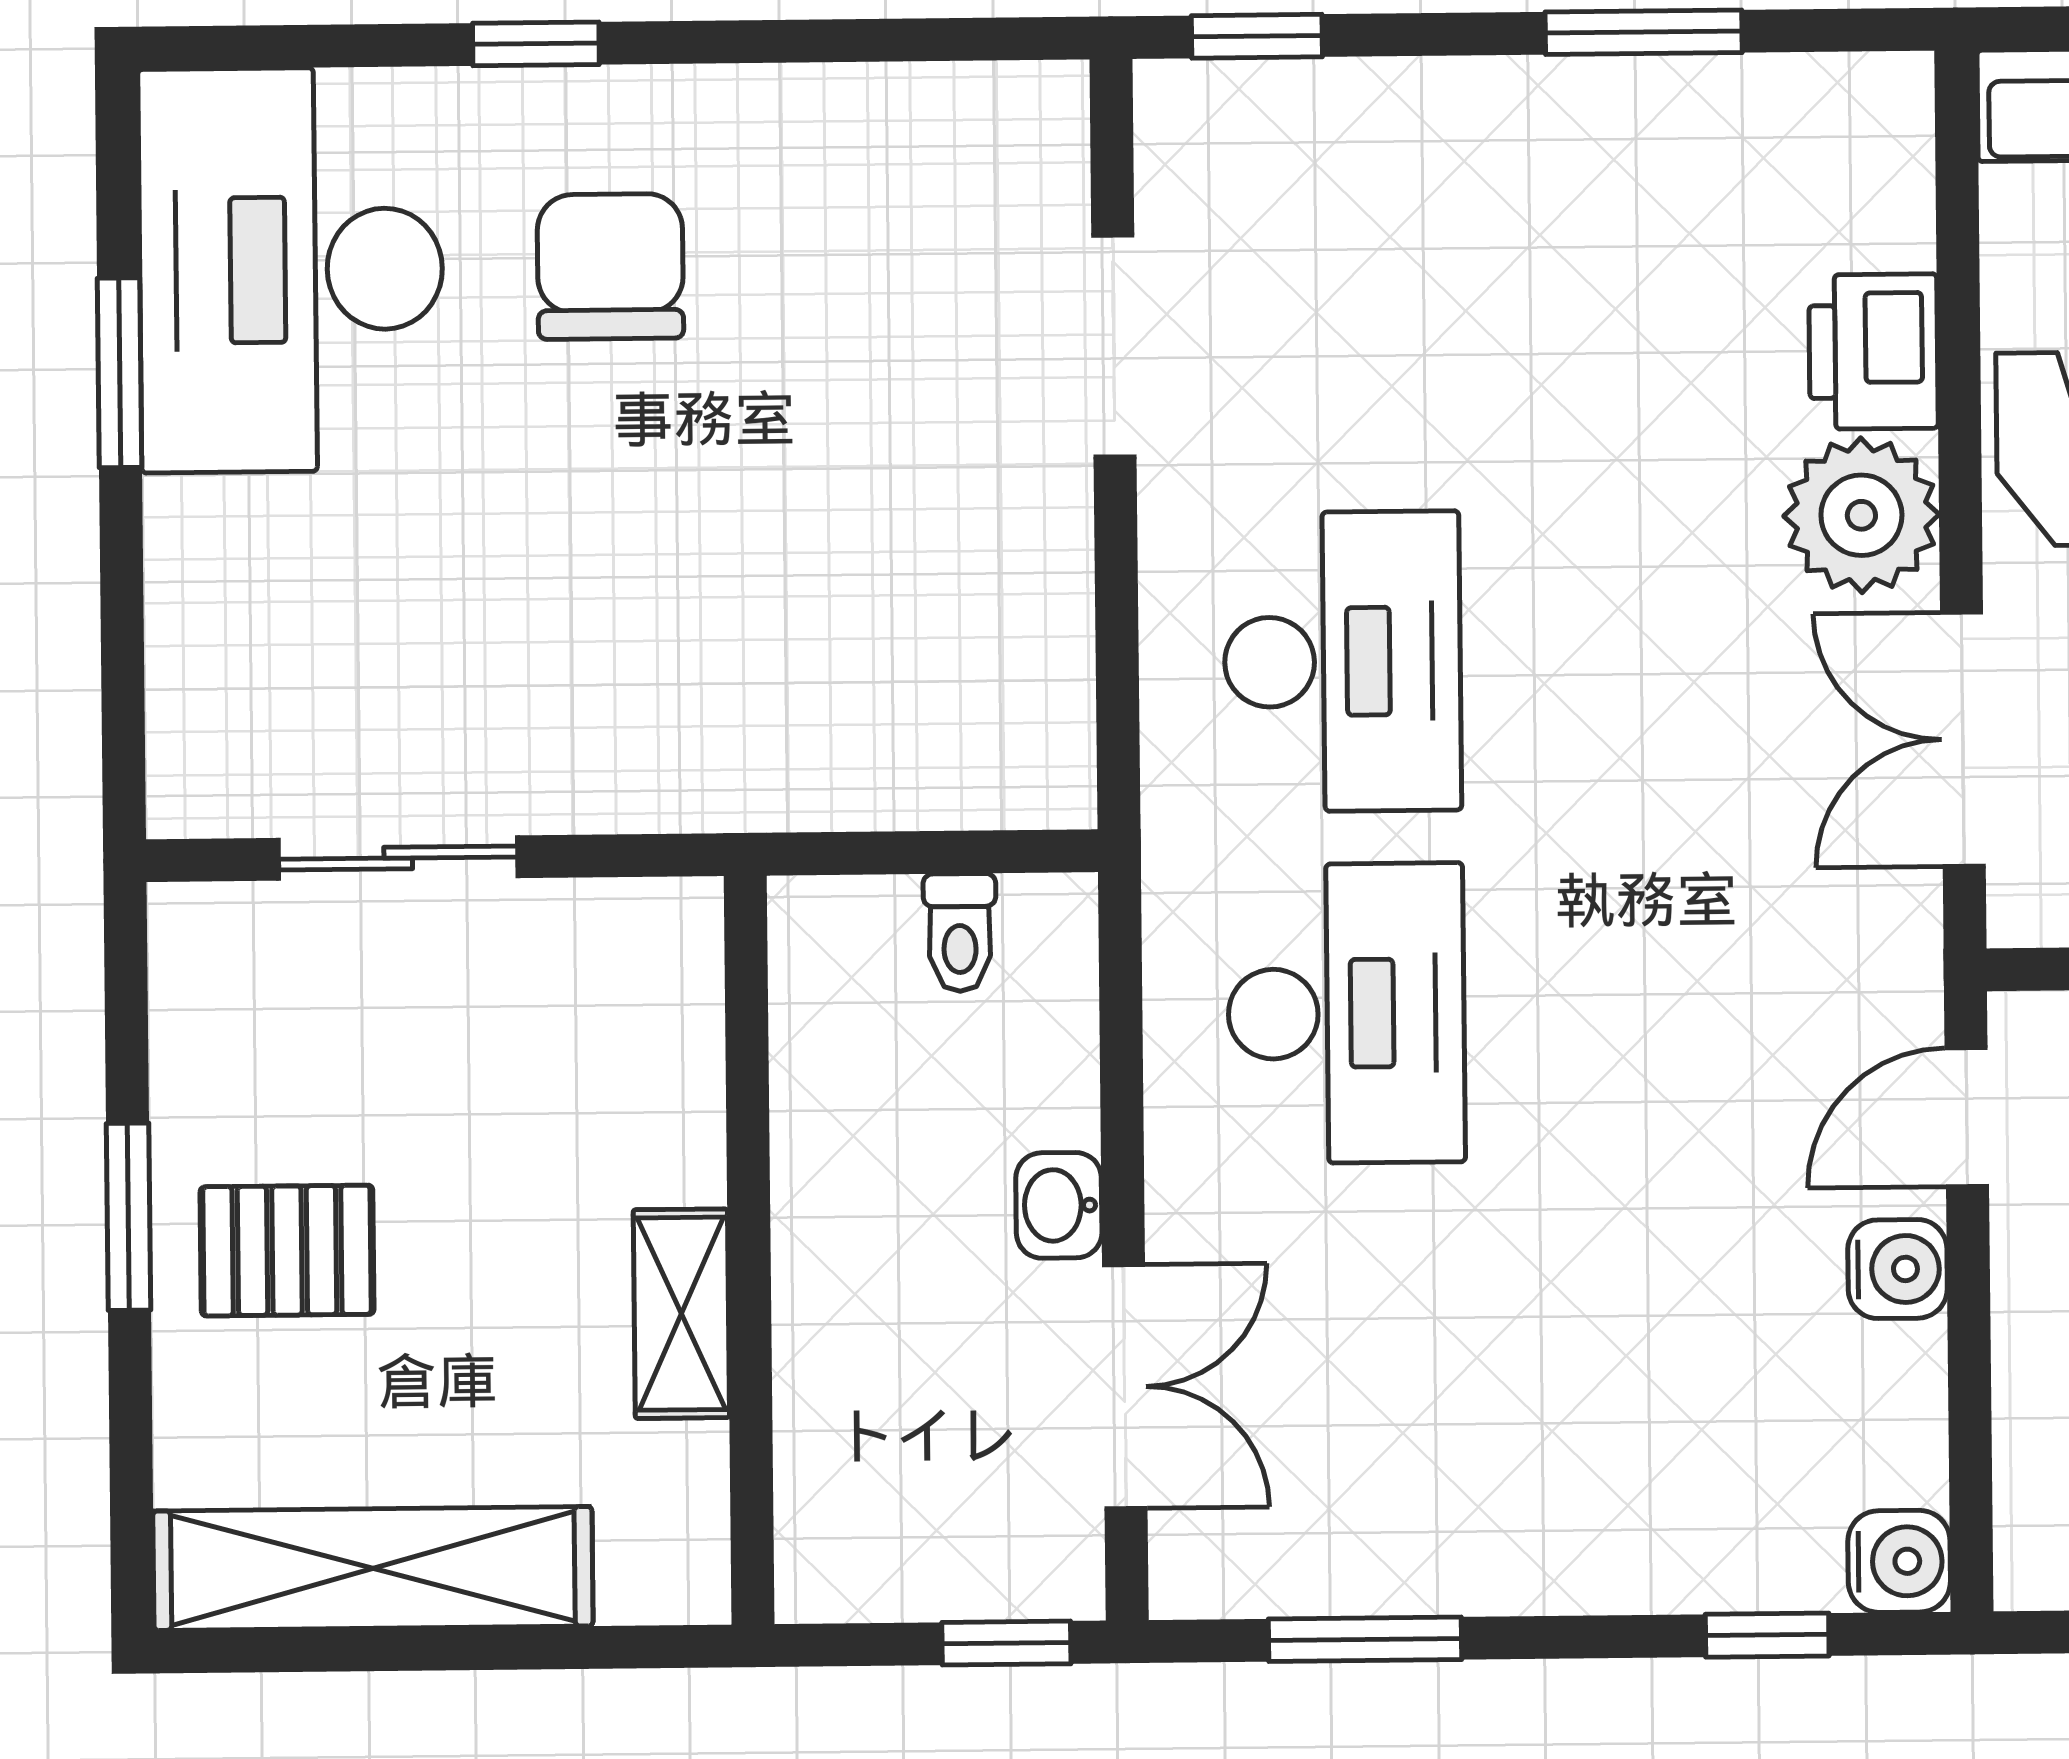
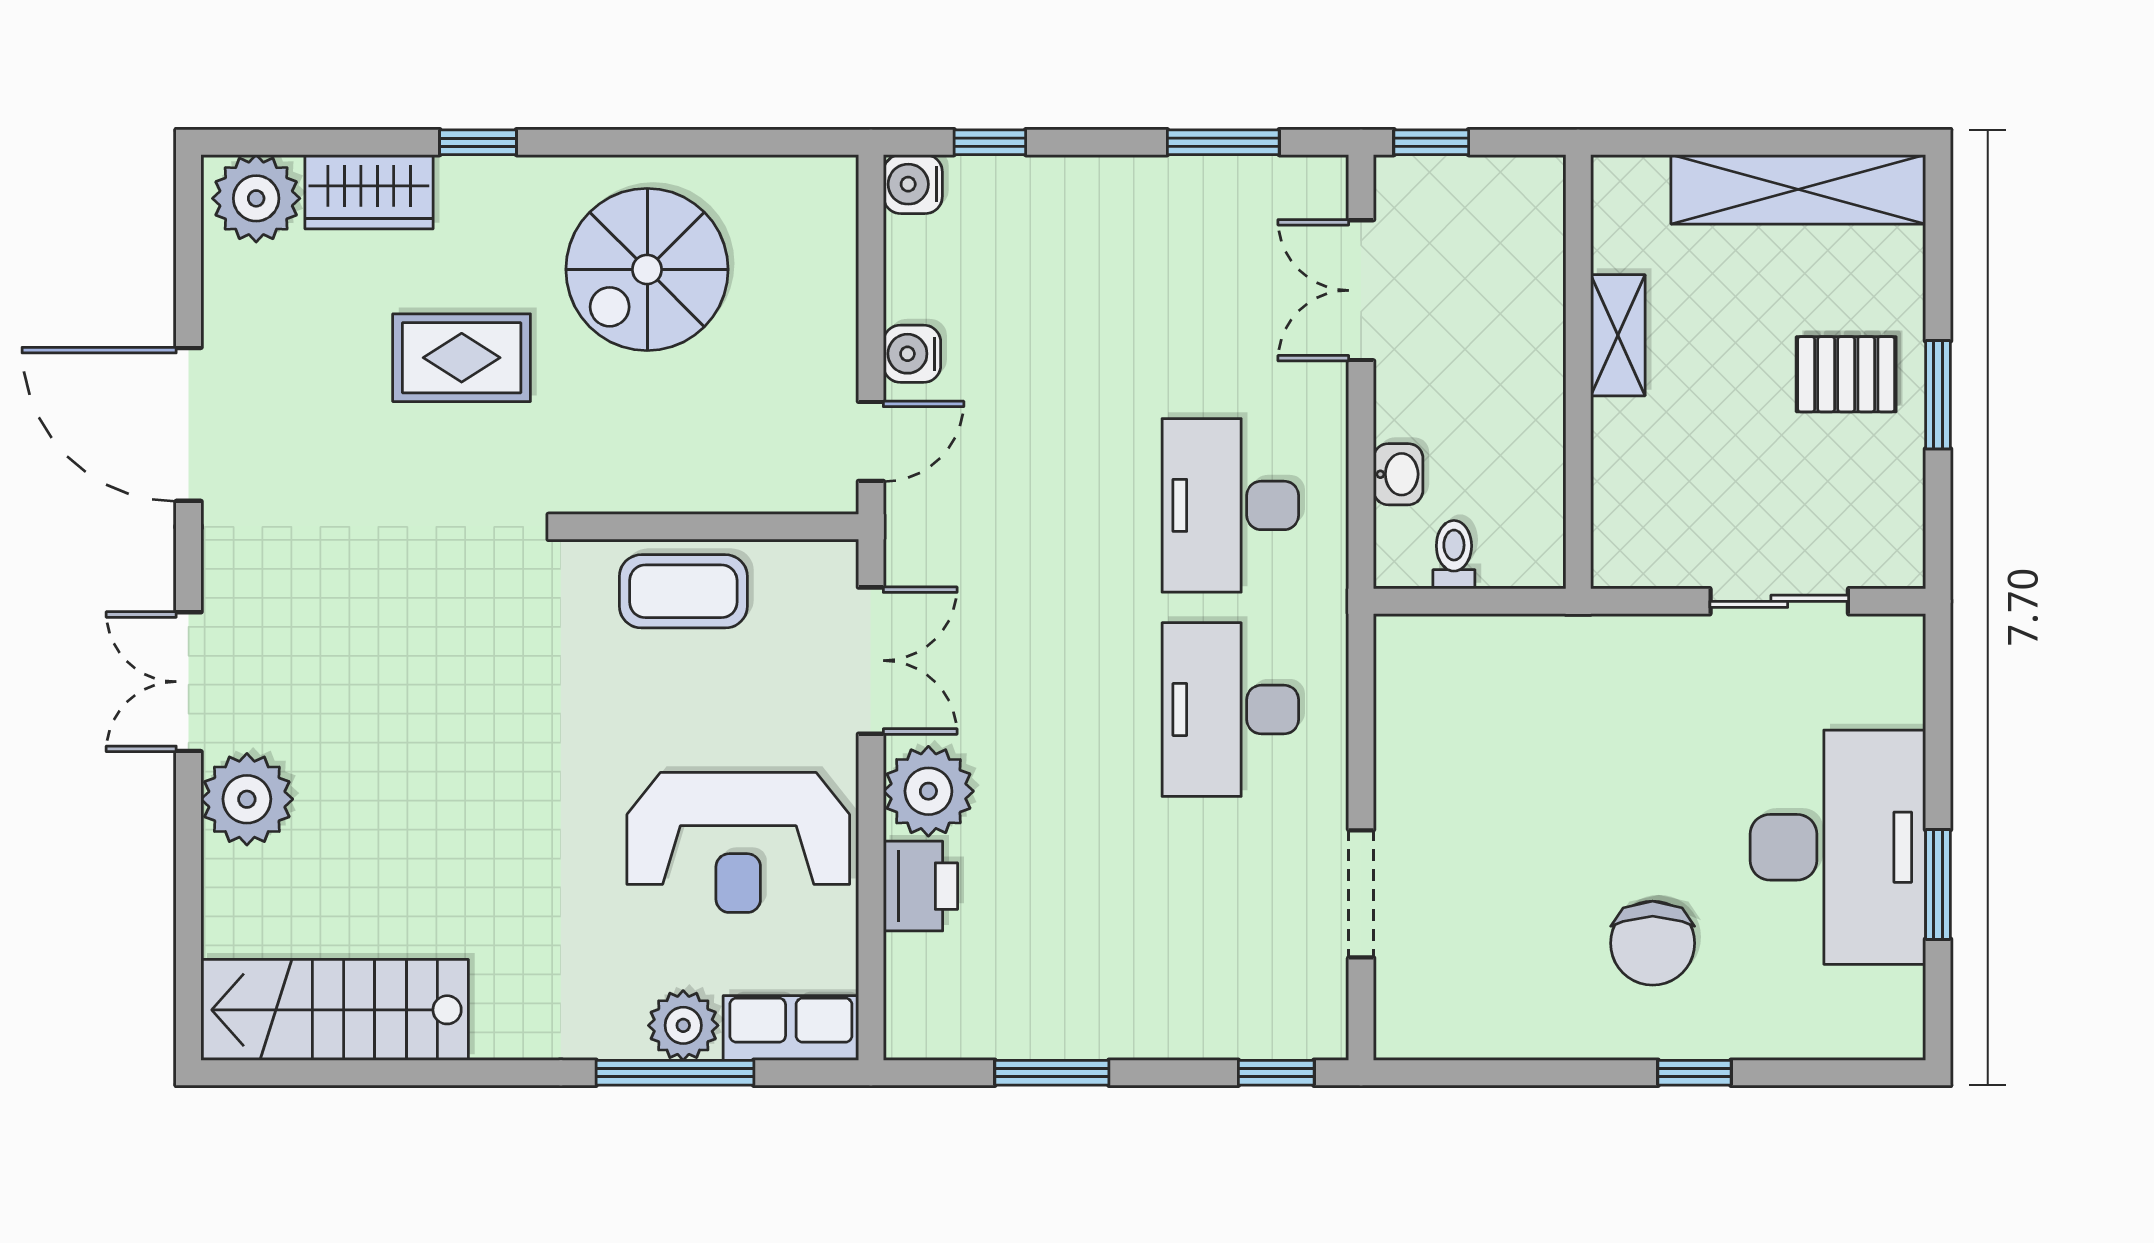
desk: (291, 270) -> (1838, 847), moved
washbasin: (1059, 1205) -> (1398, 474), moved

